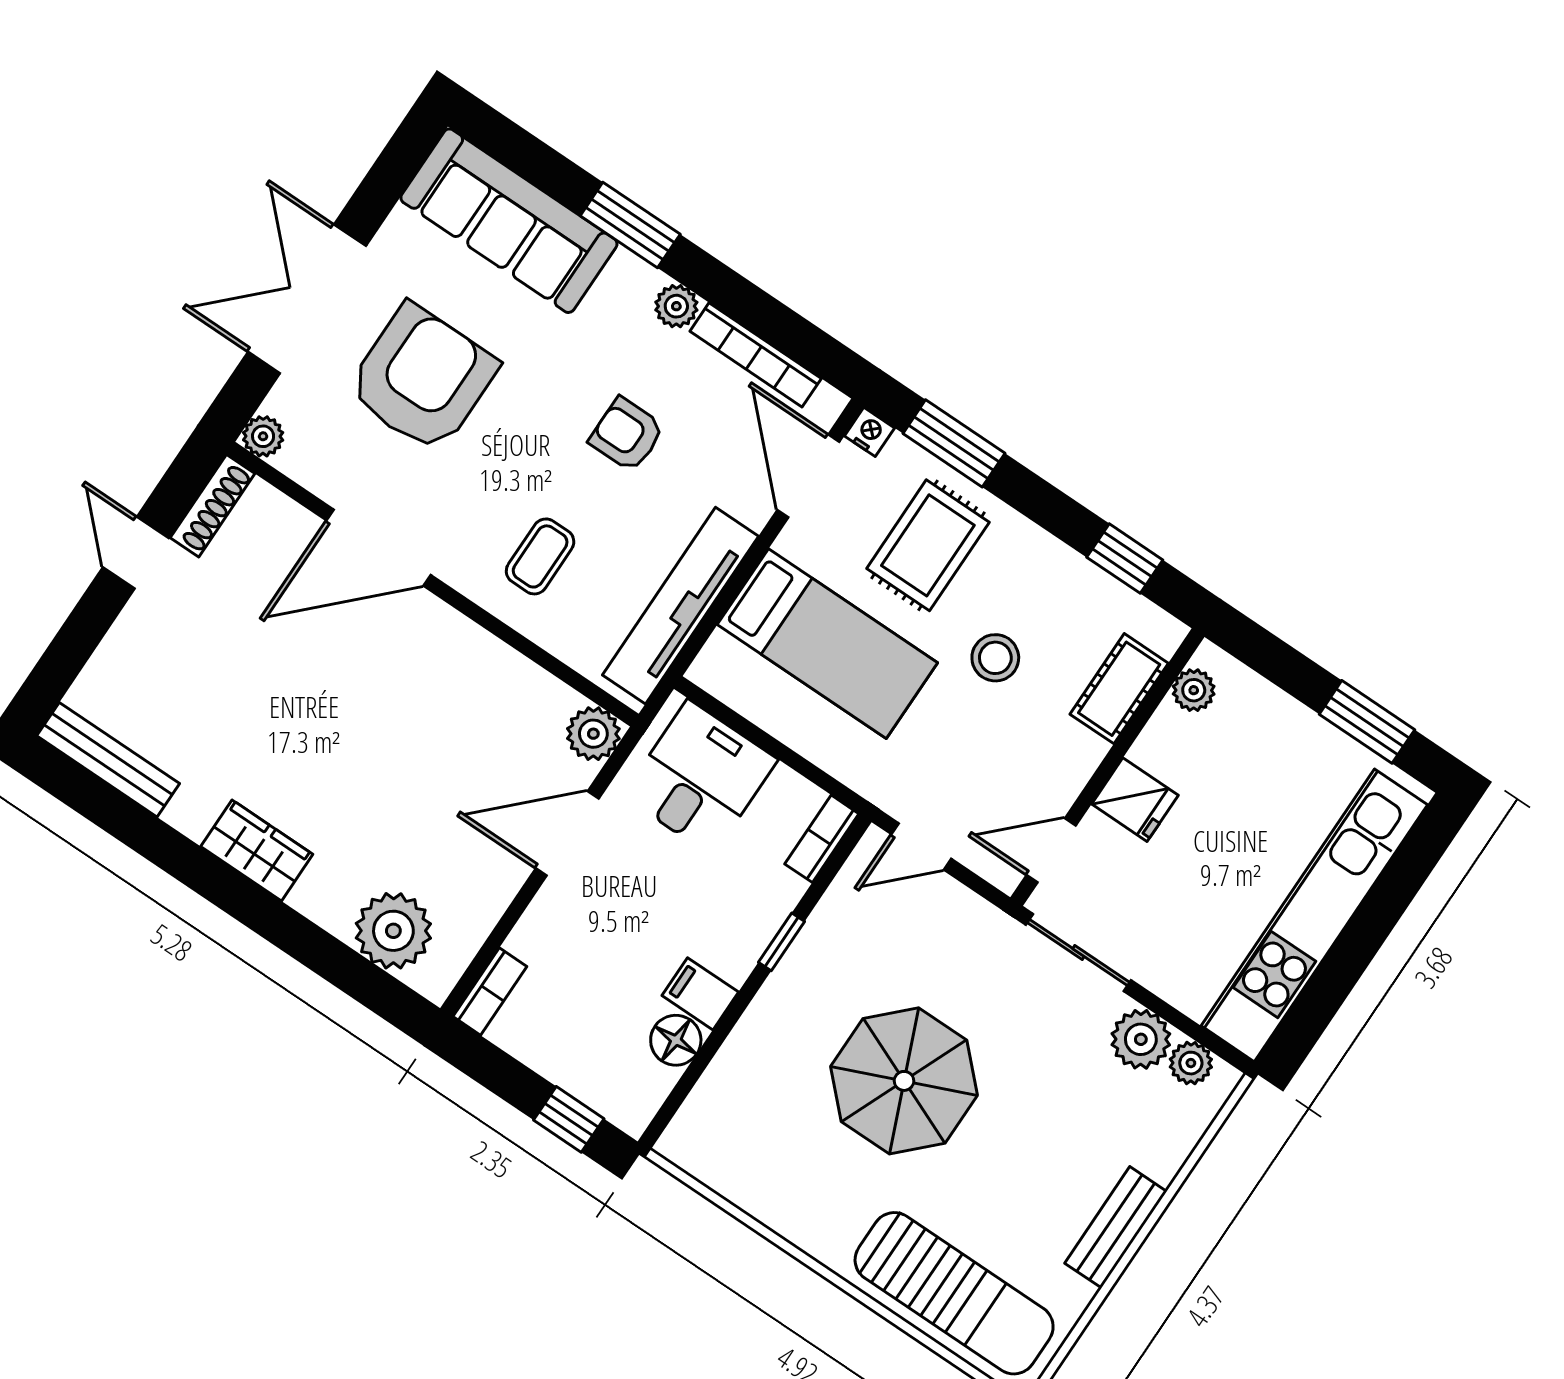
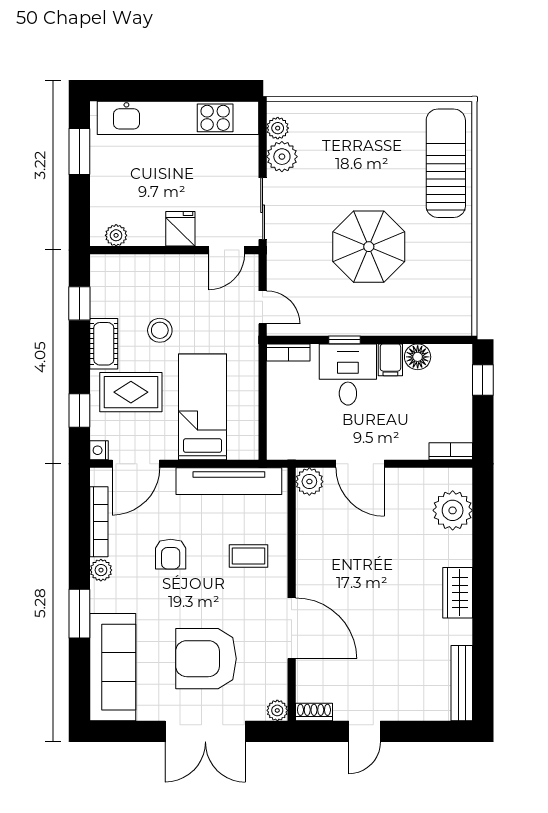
window: (954, 443) -> (79, 410), width x0.67
shoe rack: (213, 506) -> (314, 712), width x0.70
cot: (1119, 689) -> (104, 344), moved, turned 90
desk: (700, 778) -> (348, 374), moved, turned 90
door: (1051, 850) -> (227, 250), hinge flipped
bench: (1116, 1227) -> (370, 113), removed

